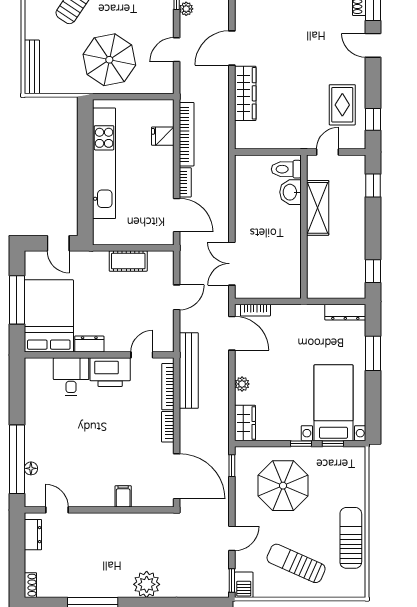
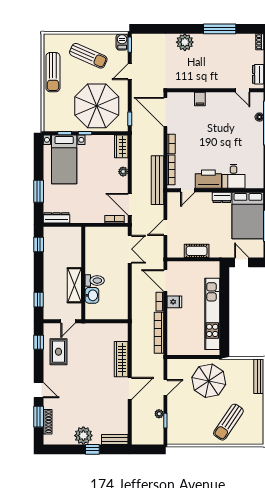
fridge: (163, 136) -> (174, 302), moved
toilet: (286, 169) -> (95, 281), moved
parasol: (283, 486) -> (97, 106), width x1.36, depth x1.36

